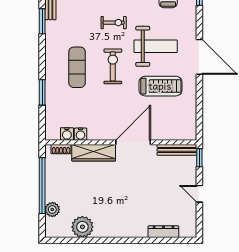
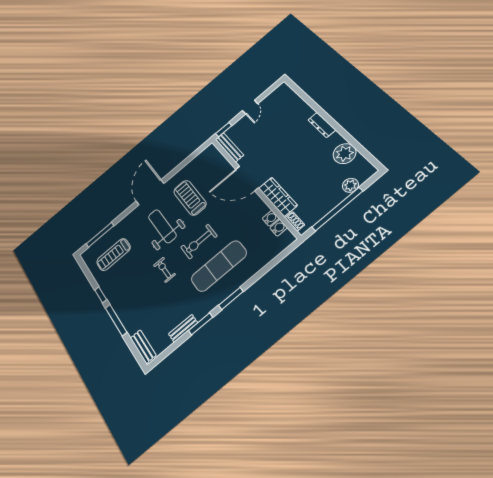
exercise mat: (77, 67) -> (219, 266), width x1.36, depth x1.45
window: (42, 92) -> (231, 298), moved
dresser: (163, 232) -> (322, 125), moved

